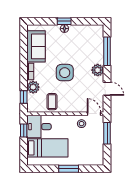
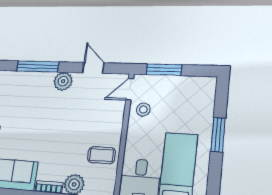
side table: (65, 73) -> (59, 132), removed
door: (107, 89) -> (93, 68), hinge flipped

